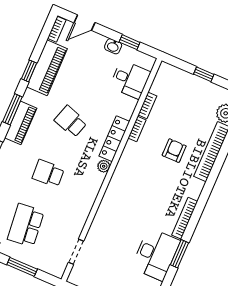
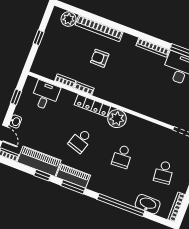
washbasin: (113, 46) -> (15, 121), moved
piano: (21, 123) -> (73, 176), moved
plant: (104, 166) -> (117, 119), width x1.88, depth x1.88
school desk: (26, 225) -> (164, 172), width x0.54

